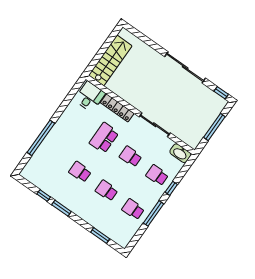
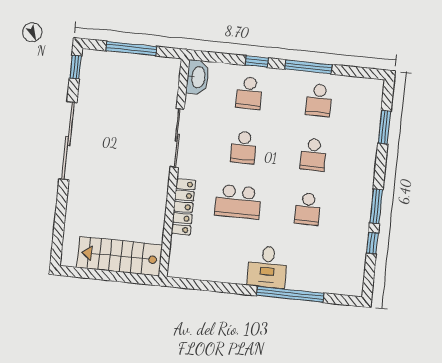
desk: (90, 97) -> (267, 267), moved, turned -90

